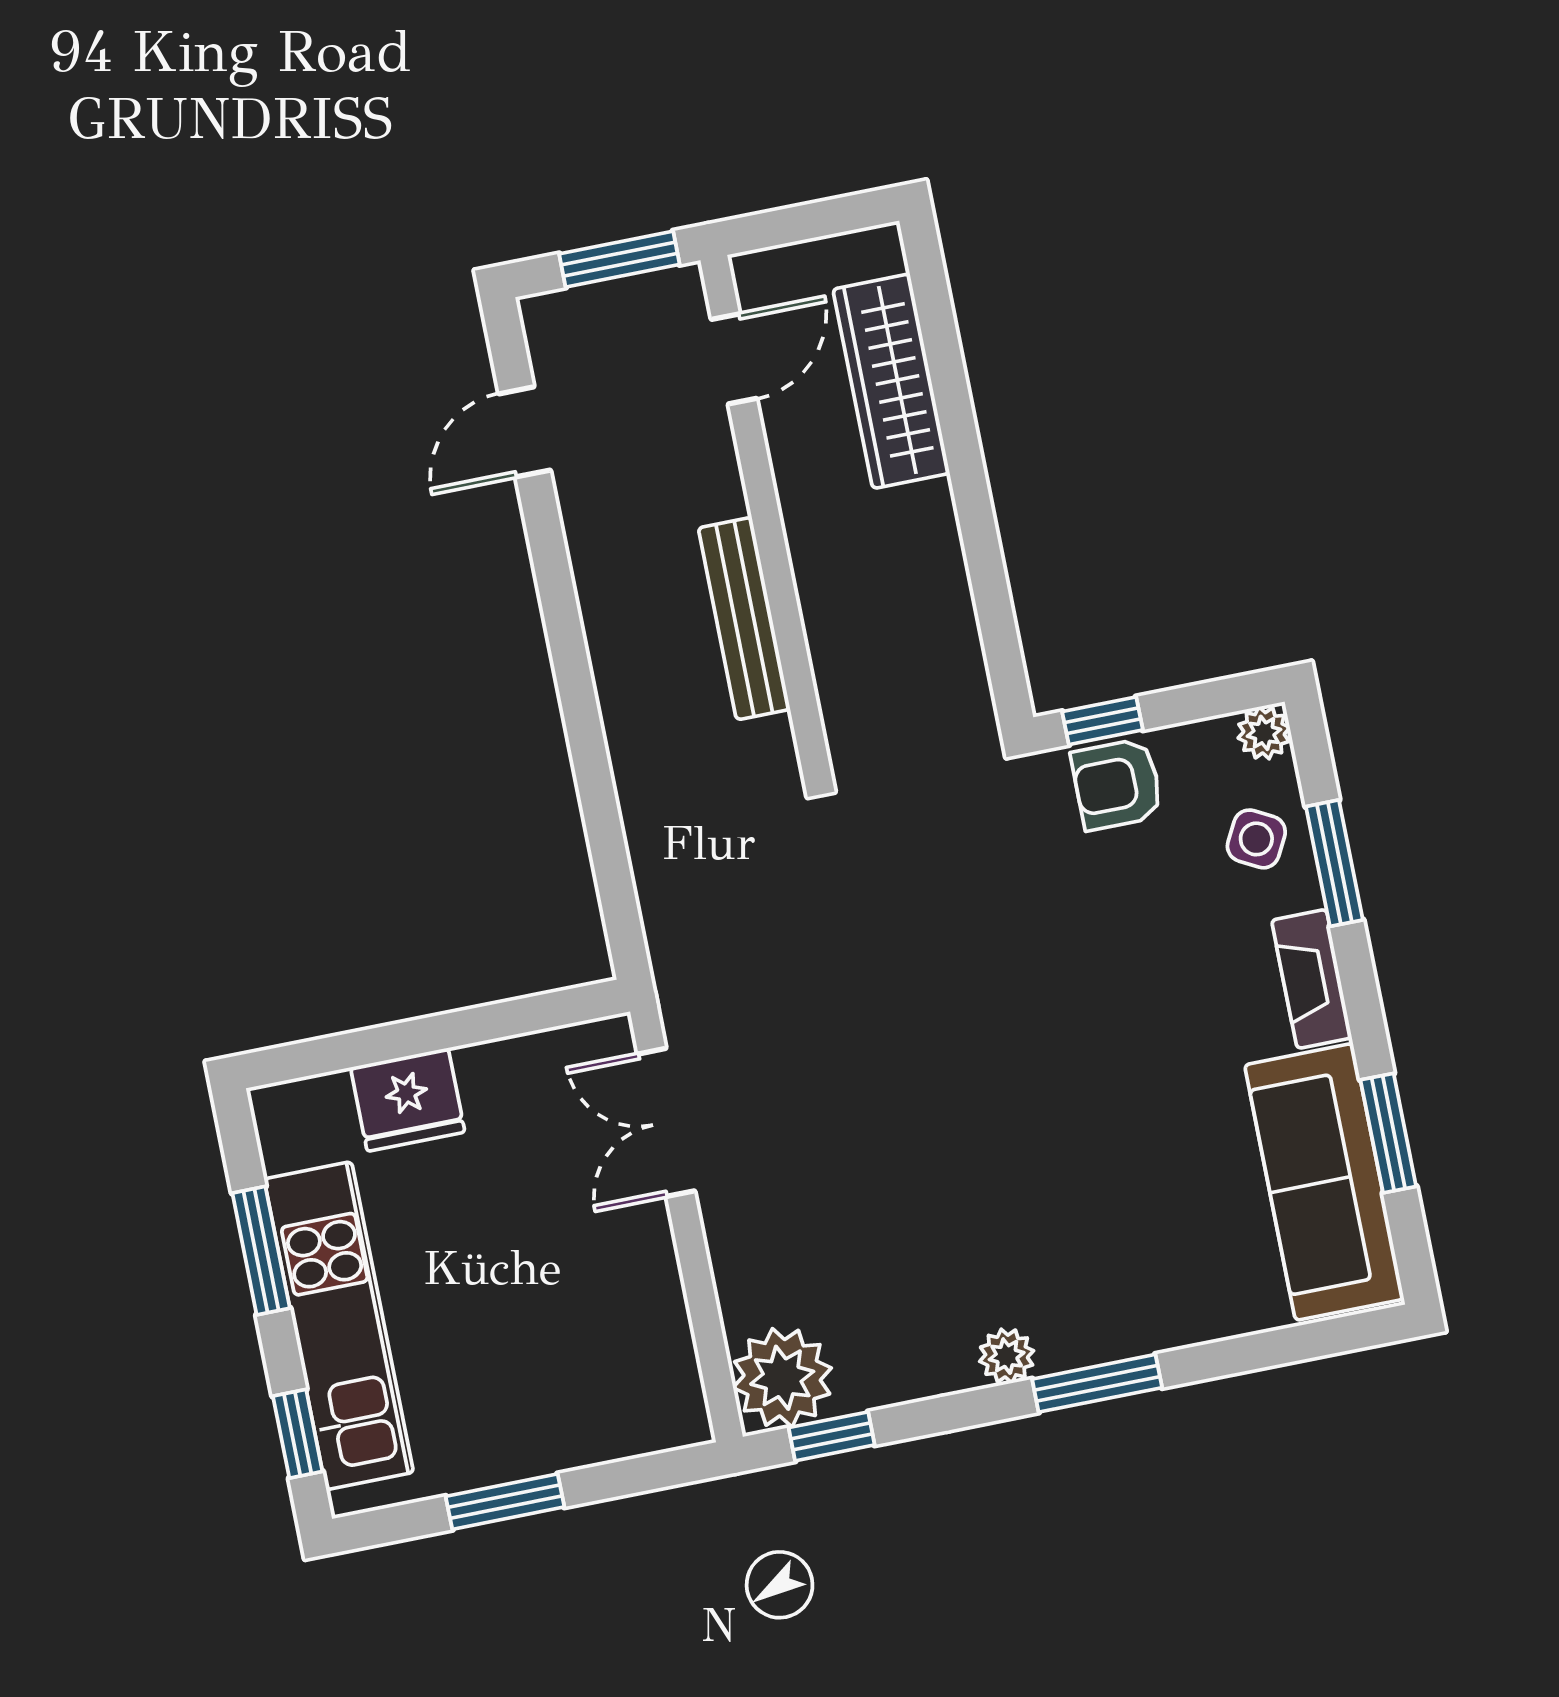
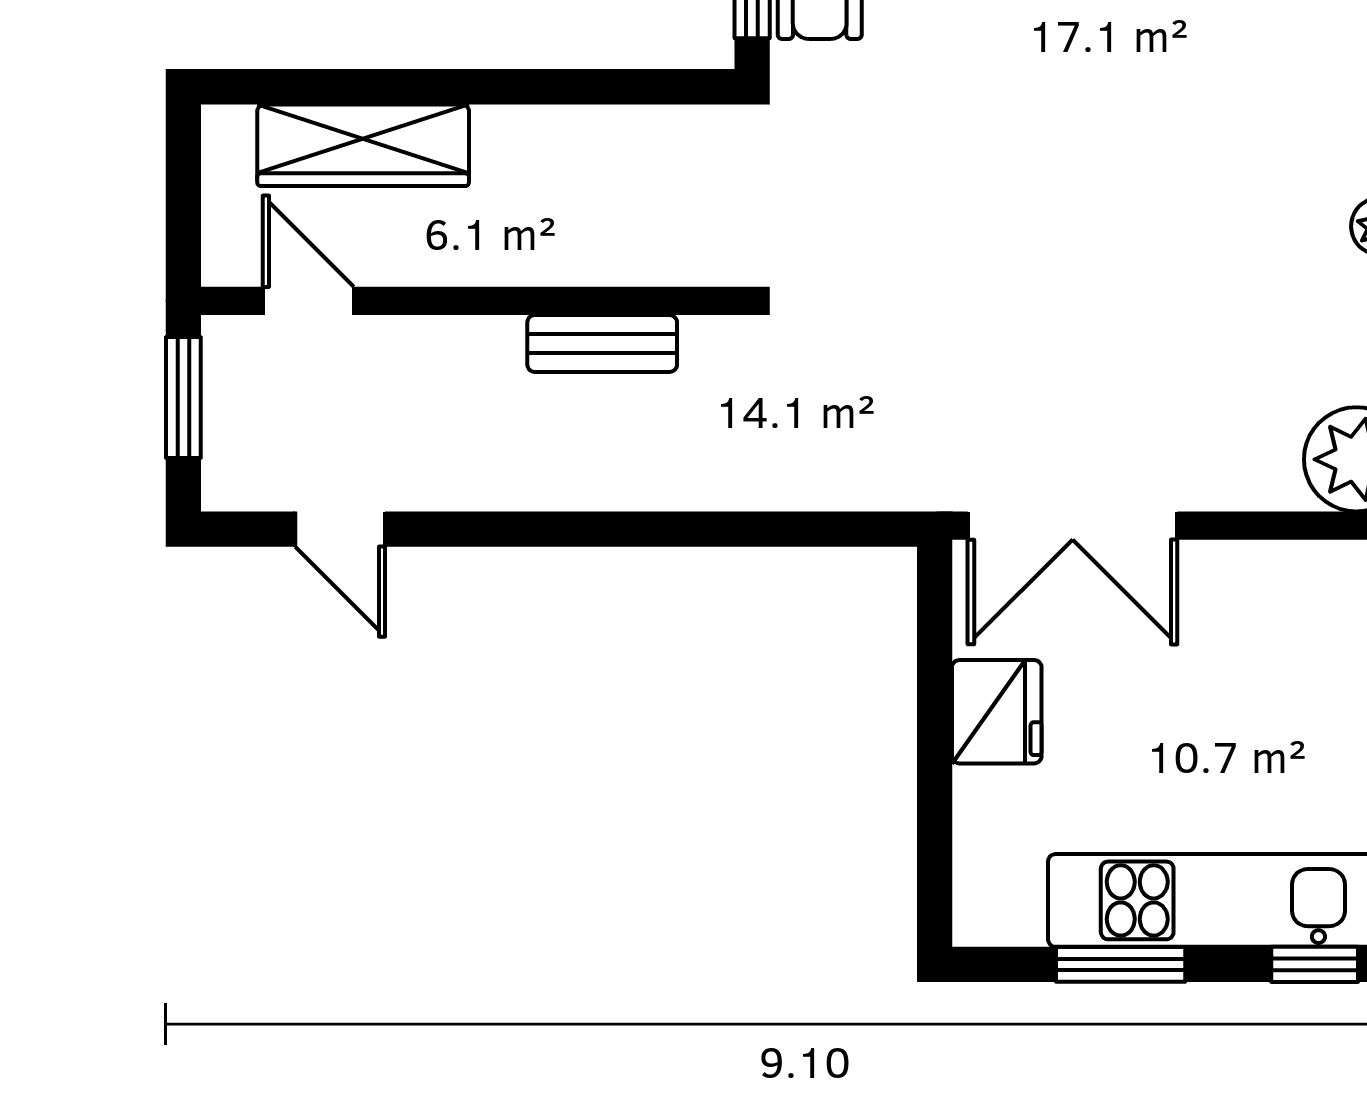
bench: (744, 619) -> (602, 343), width x0.73
fridge: (408, 1100) -> (997, 712), moved
double door: (666, 1122) -> (1073, 526), width x1.37

